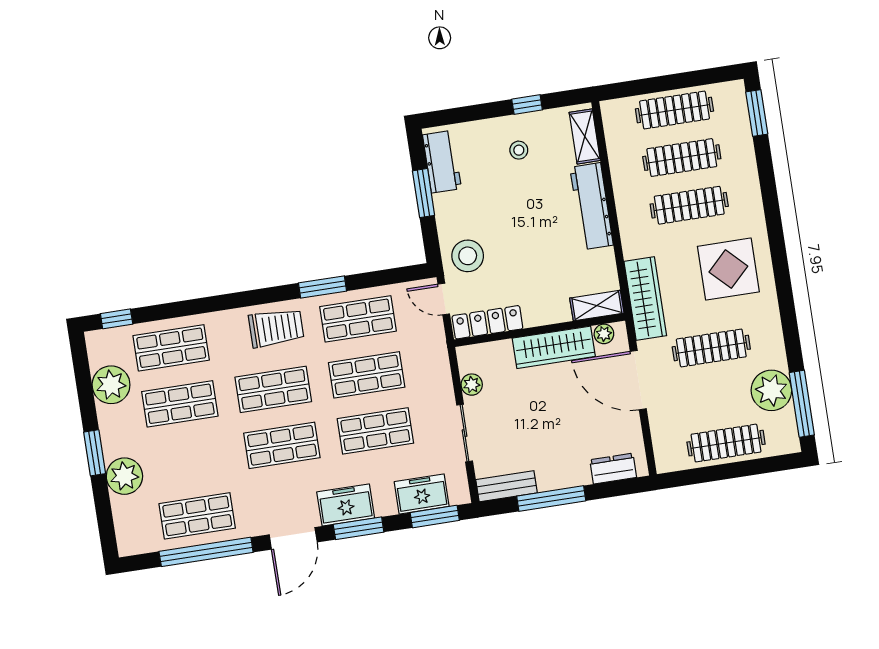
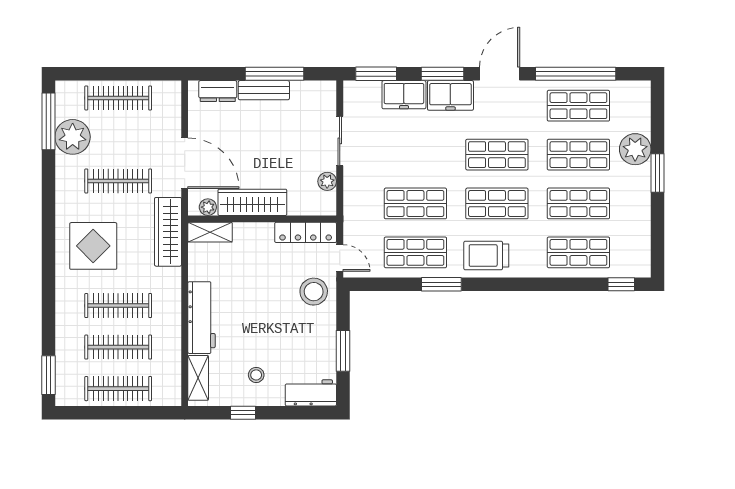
workbench: (442, 162) -> (311, 393), moved, turned 90
plant: (111, 385) -> (635, 229), removed
shop shelf: (375, 431) -> (578, 155), moved
bench: (507, 486) -> (264, 90), moved
freezer: (422, 494) -> (404, 95), moved

